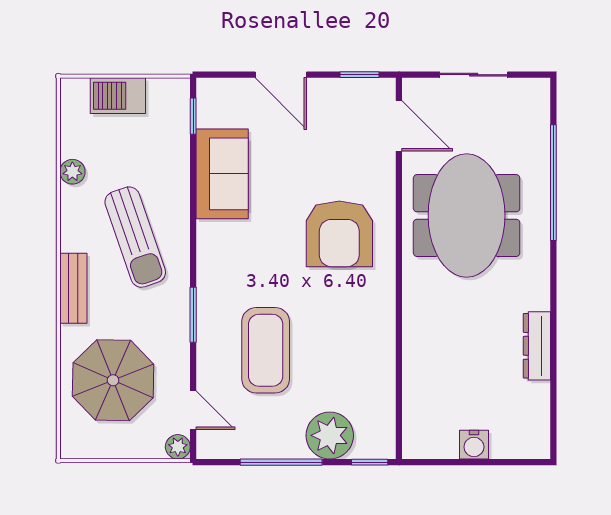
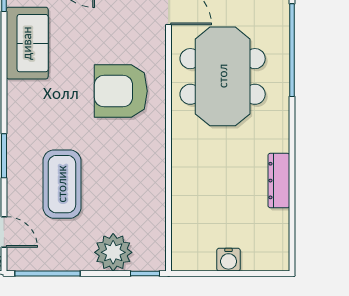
armchair: (339, 234) -> (121, 91), turned 90
window: (281, 462) -> (48, 274), moved

